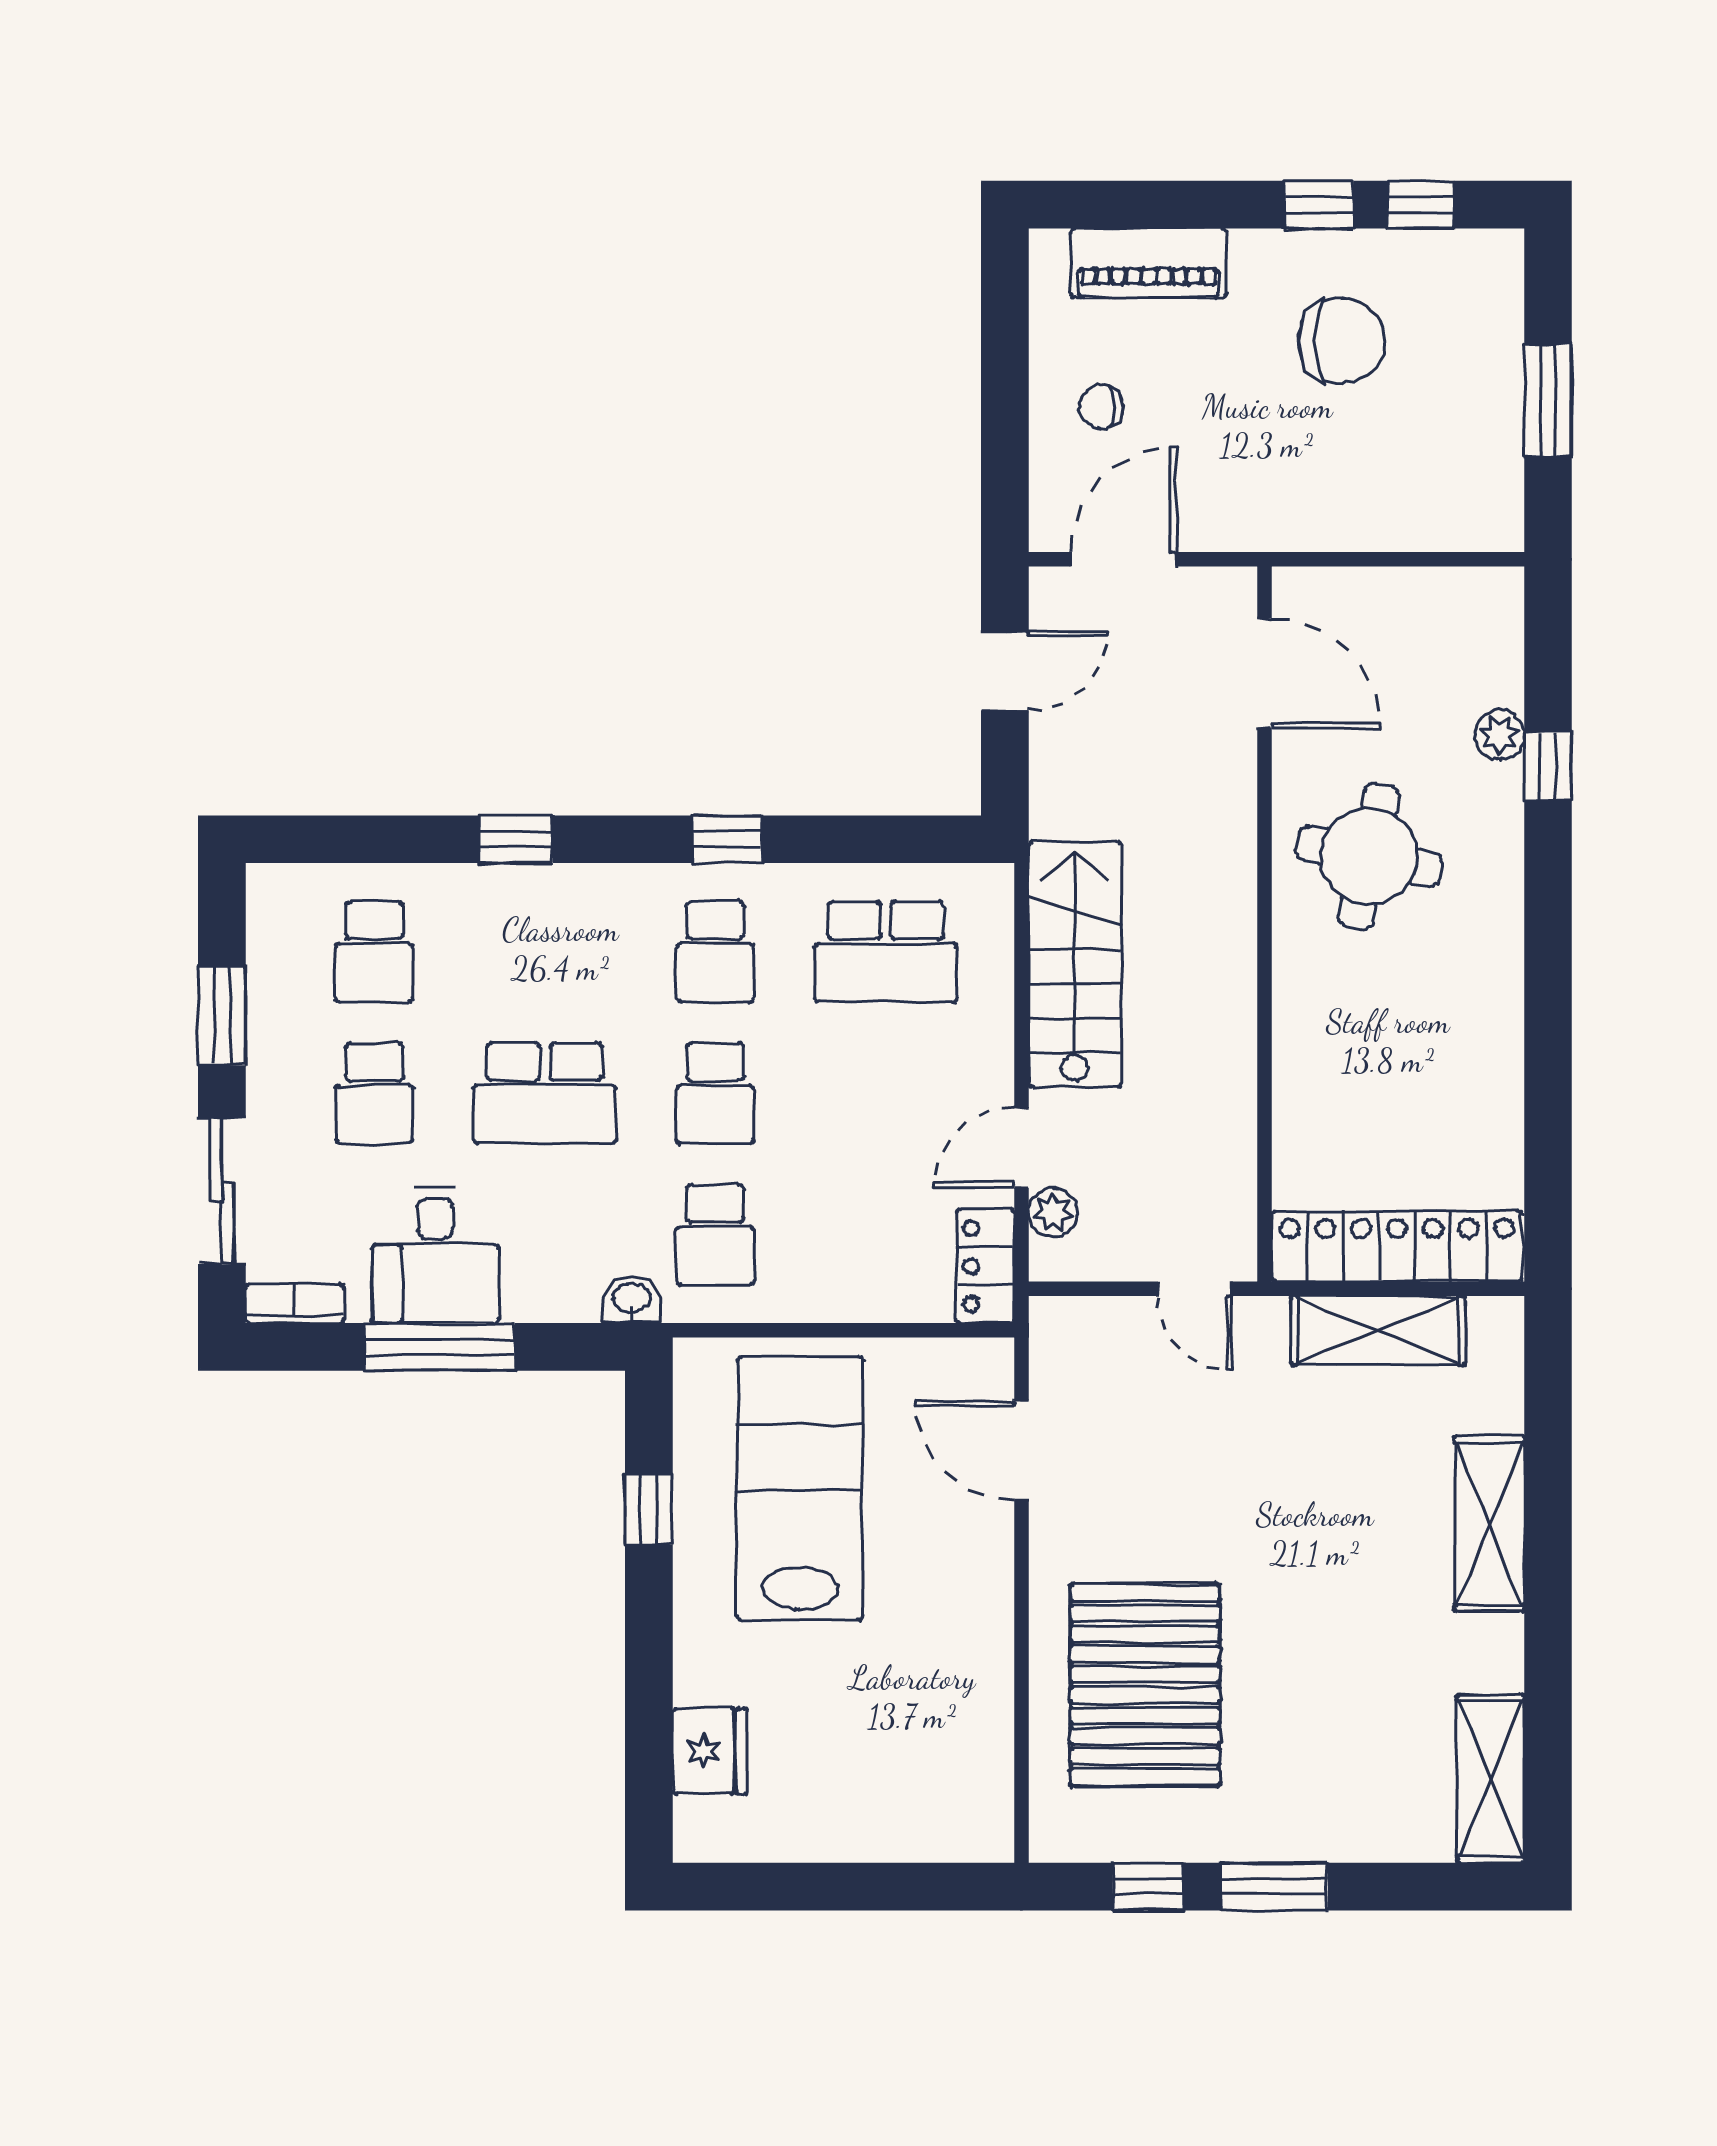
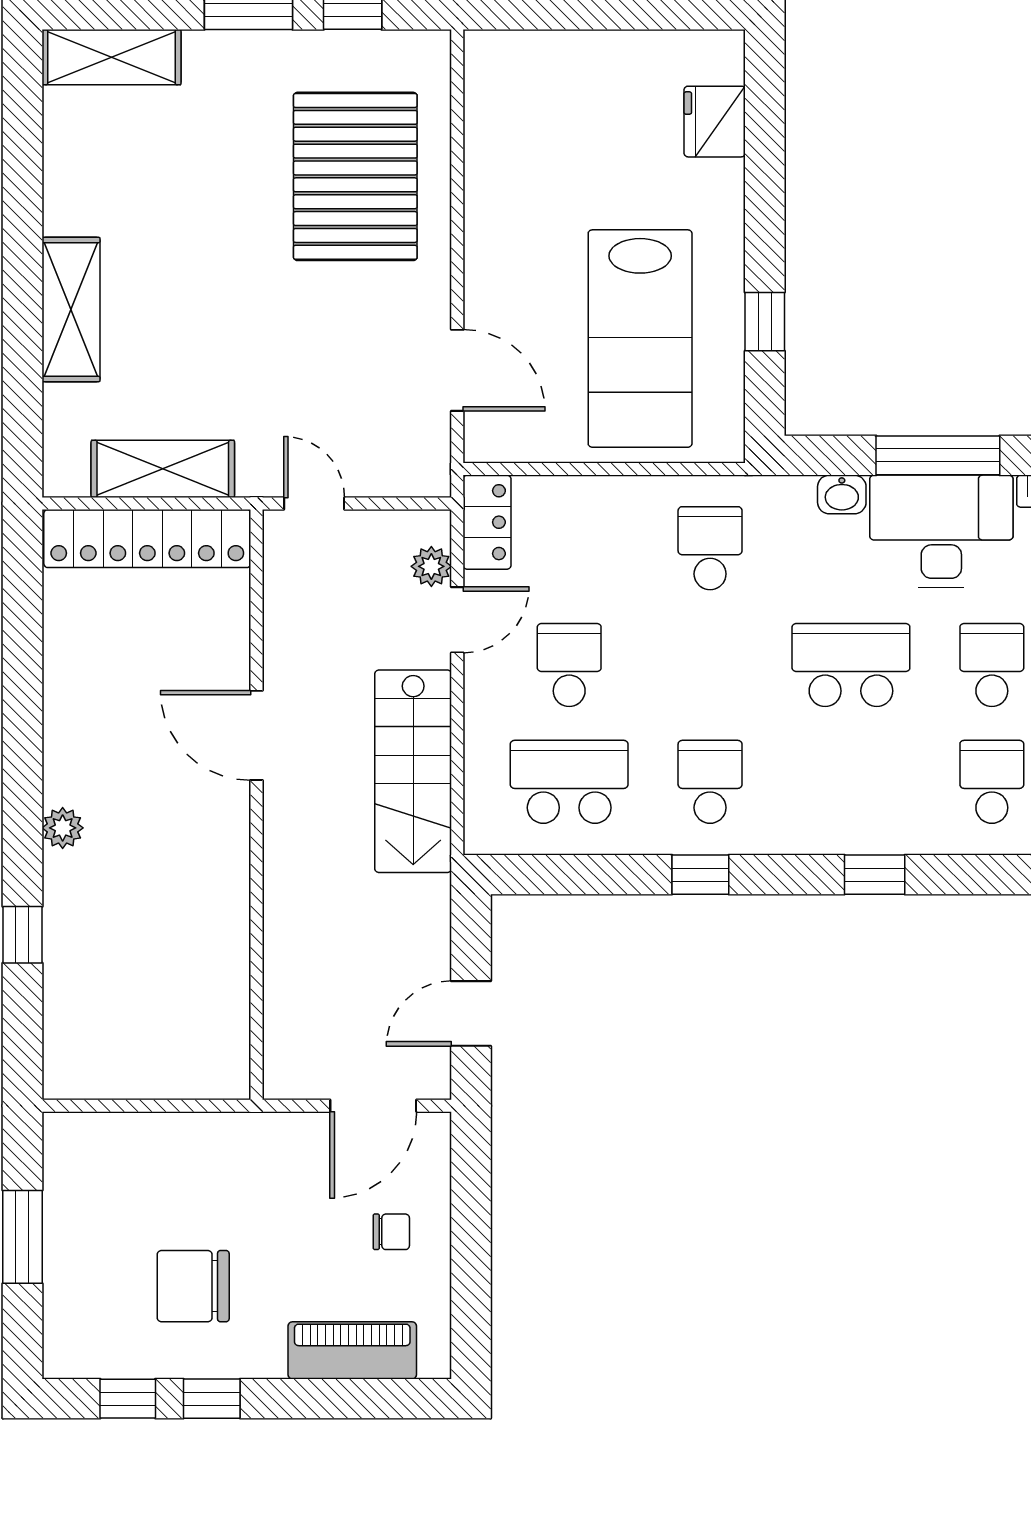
door: (1265, 673) -> (257, 735), moved
plant: (1499, 735) -> (63, 828), moved
round table: (1369, 856) -> (170, 860), removed
school desk: (715, 1093) -> (569, 665), moved
desk: (435, 1255) -> (941, 531), width x1.37
washbasin: (632, 1300) -> (842, 494), moved
shelving: (1491, 1779) -> (111, 57), moved, turned 90

